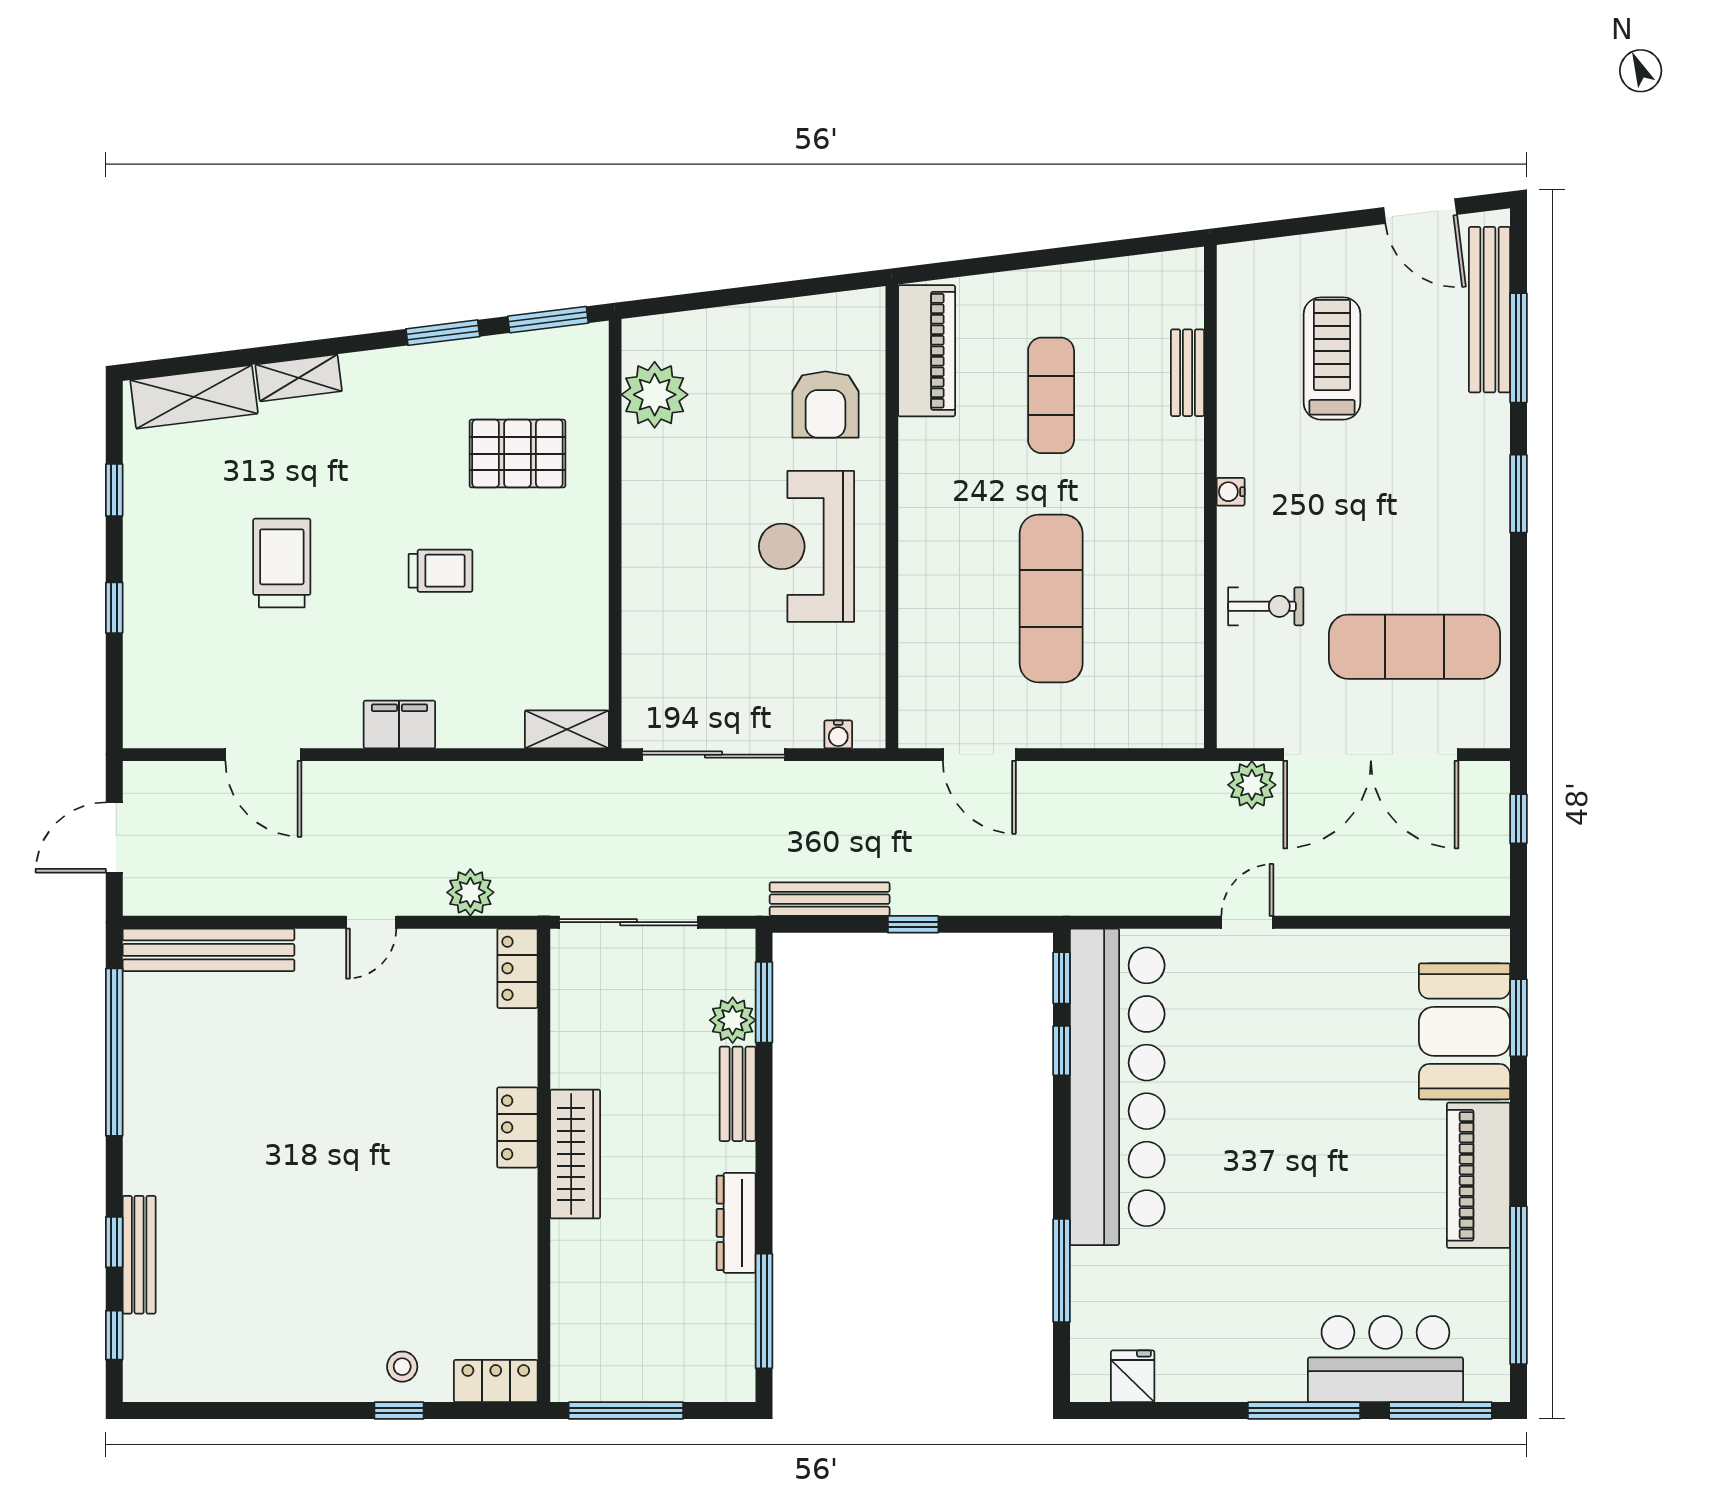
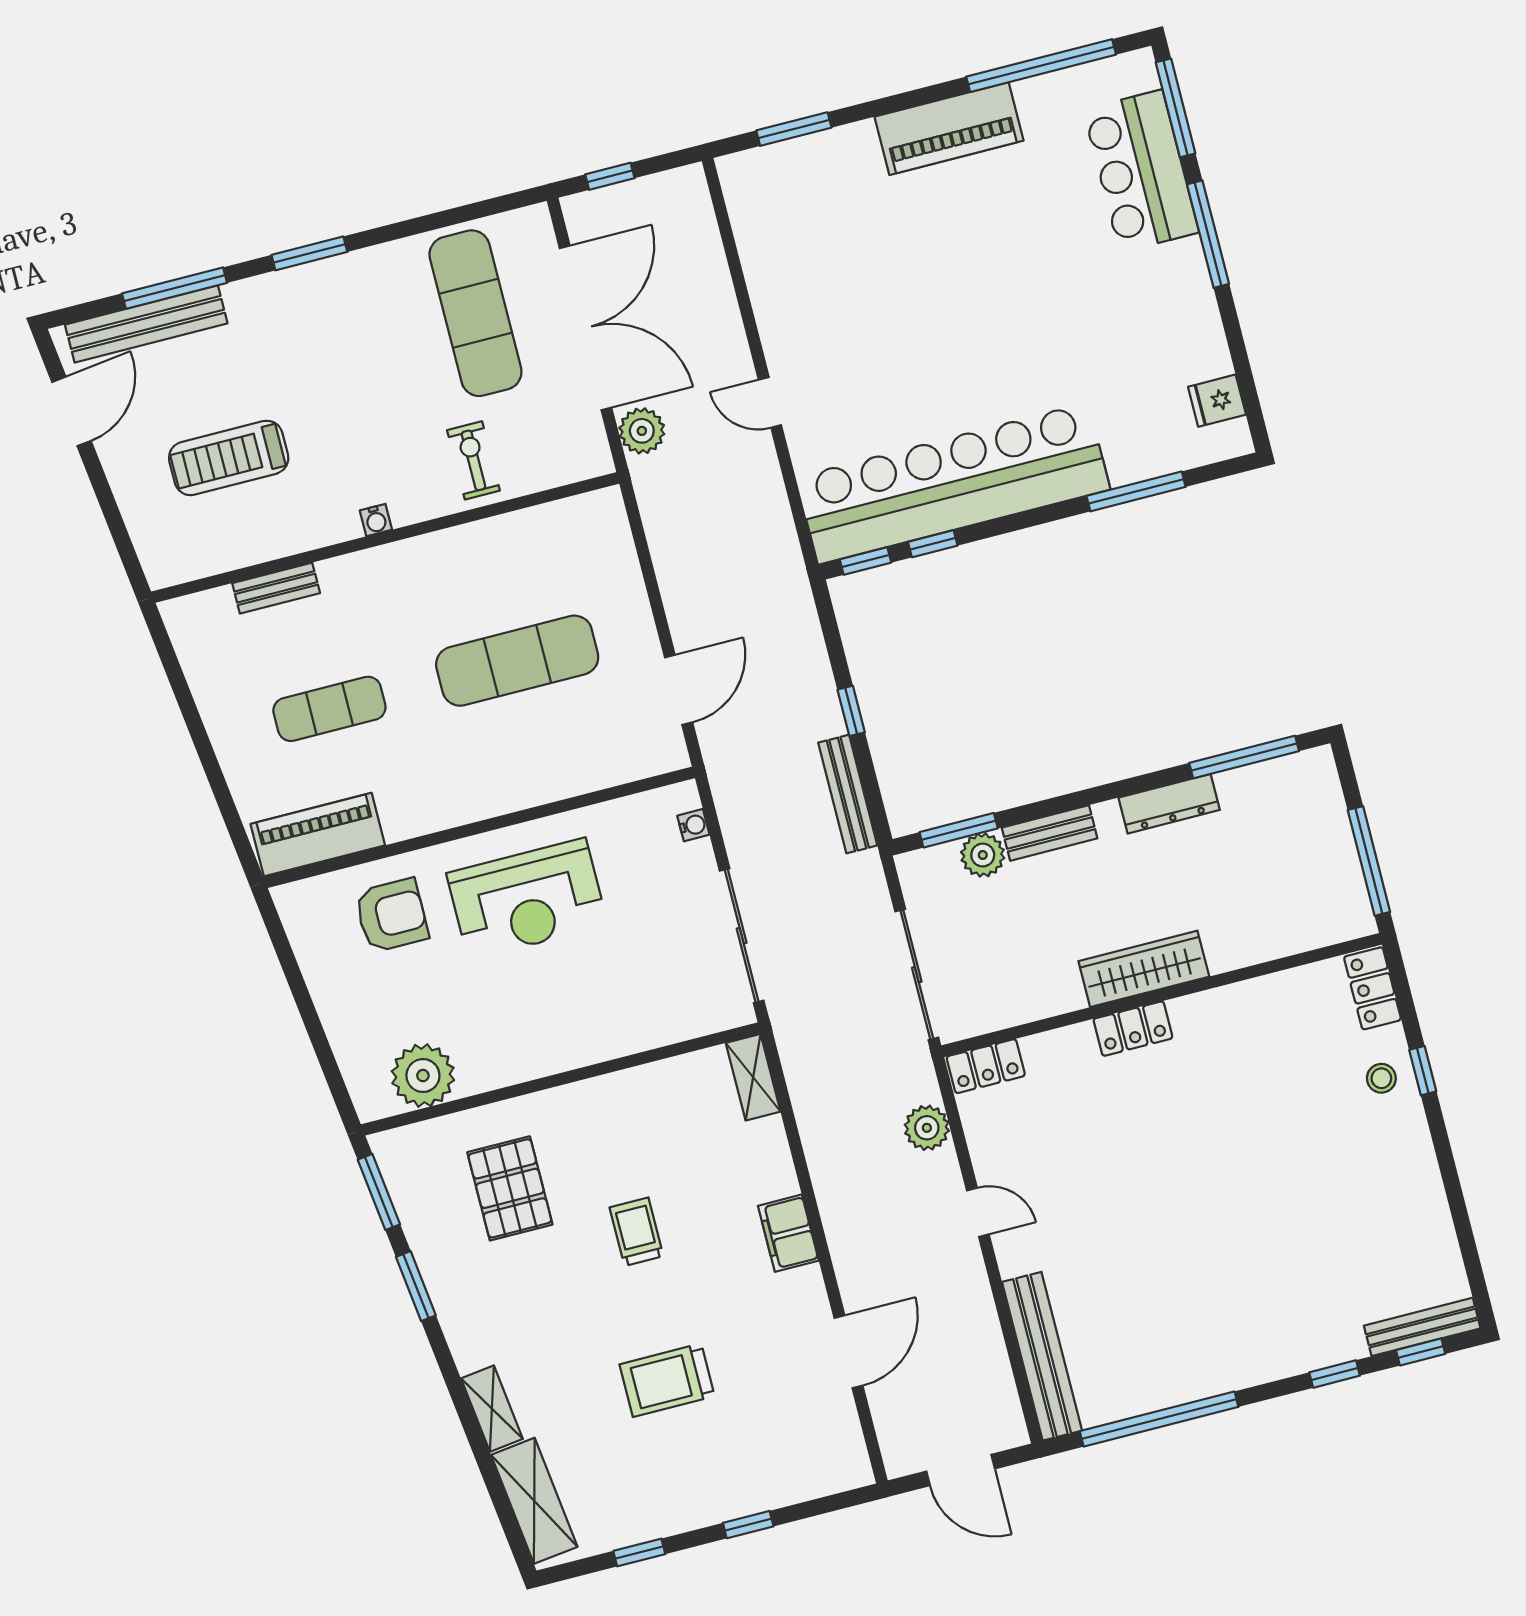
booth: (1464, 1031) -> (819, 176), removed
bench: (139, 1255) -> (1422, 1327), moved

